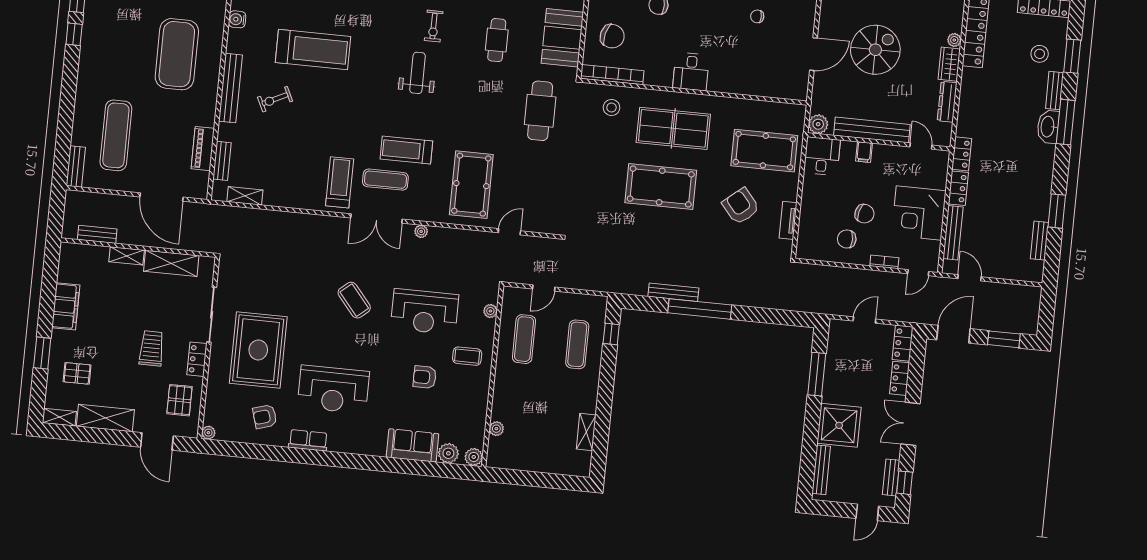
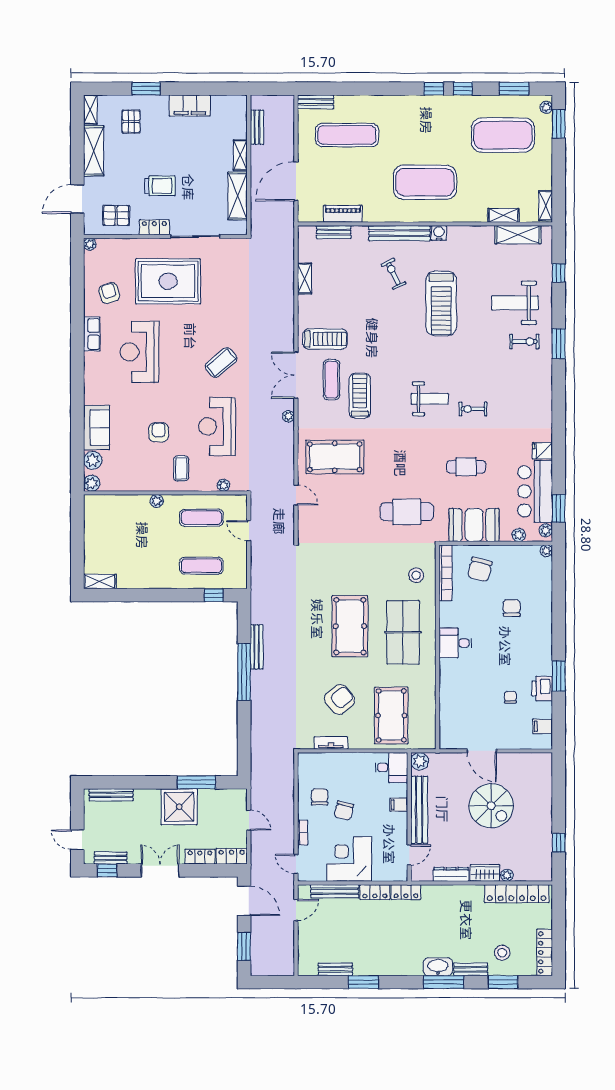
water cooler: (237, 19) -> (439, 233), moved
shelving: (245, 196) -> (305, 279), moved
shower: (839, 425) -> (179, 807), moved
plant: (496, 429) -> (157, 501), moved
shelving: (586, 432) -> (100, 582), moved

